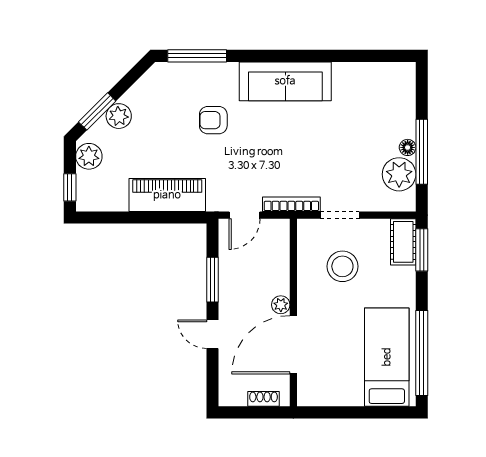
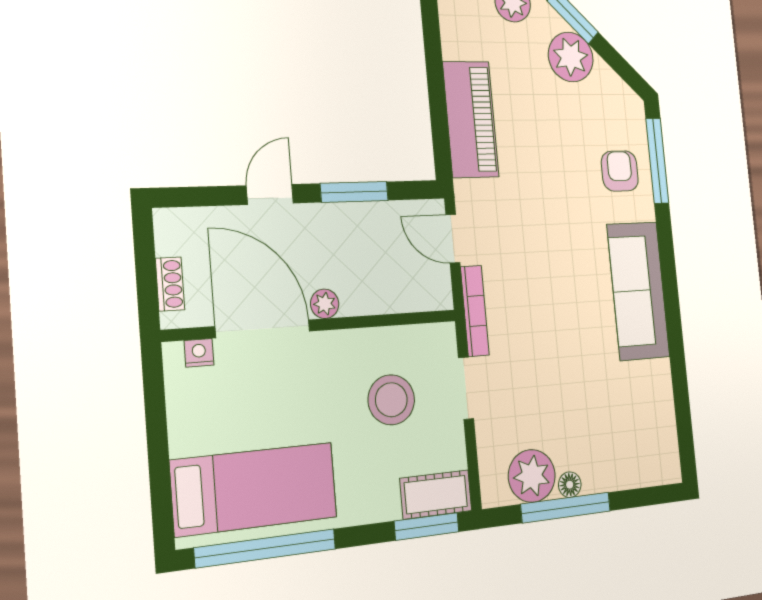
plant: (119, 116) -> (571, 57), width x1.36, depth x1.36
armchair: (213, 120) -> (620, 171), moved
nightstand: (305, 385) -> (199, 353), added

